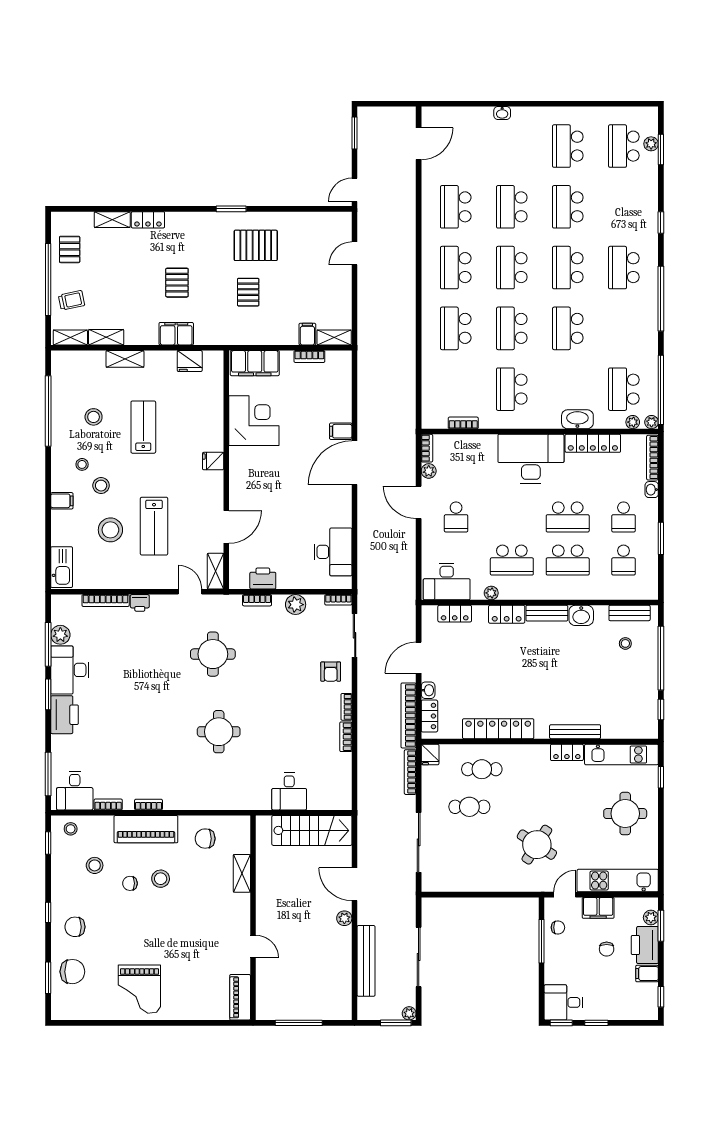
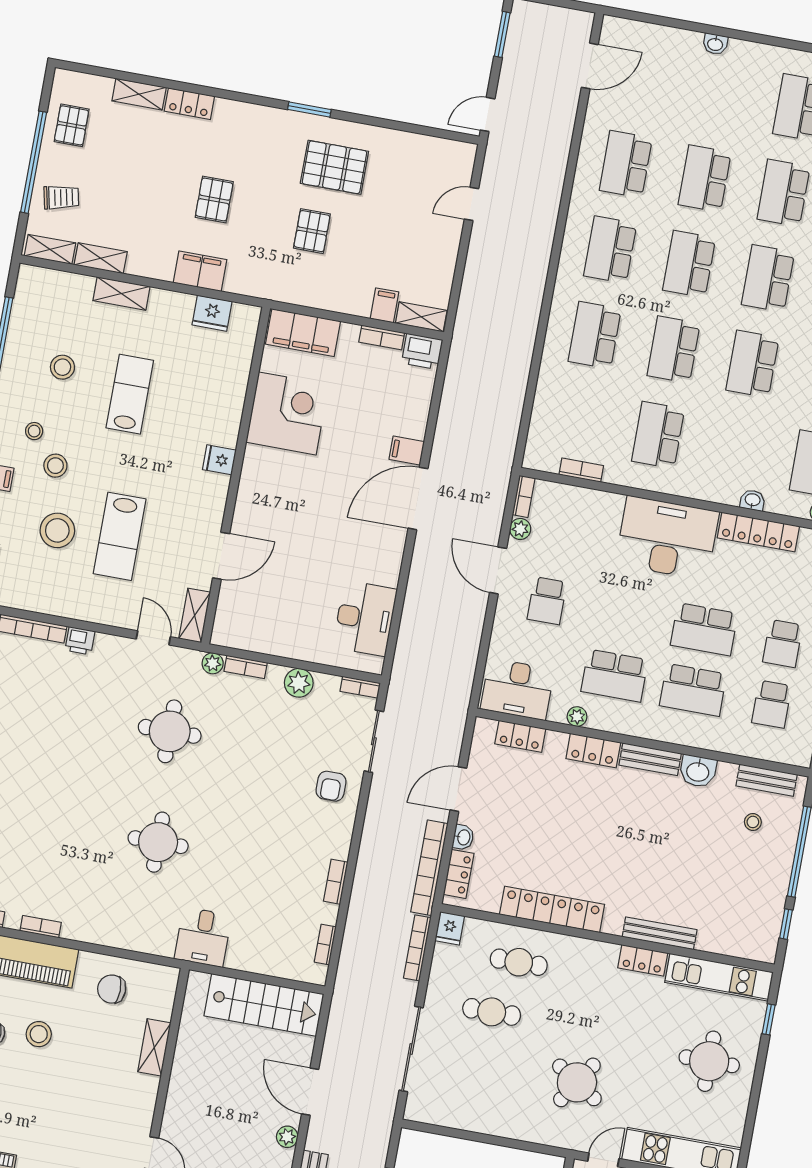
washbasin: (577, 419) -> (753, 500), width x0.52, depth x0.69
printer: (263, 579) -> (422, 351), moved, turned 180
plant: (234, 602) -> (213, 663), added
bookcase: (346, 707) -> (325, 945), moved
desk: (289, 791) -> (203, 937), moved

